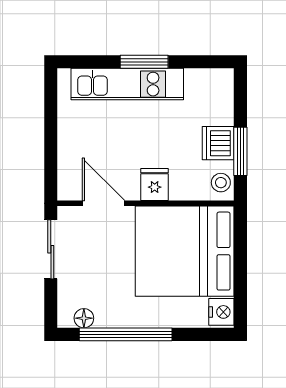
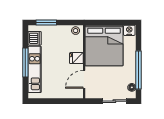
window: (144, 62) -> (25, 62), width x1.44
dishwasher: (218, 143) -> (35, 38), moved, turned -90
window: (240, 151) -> (46, 22), moved
sliding door: (51, 249) -> (114, 101), moved

